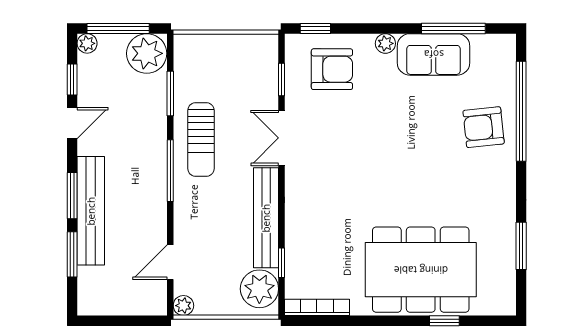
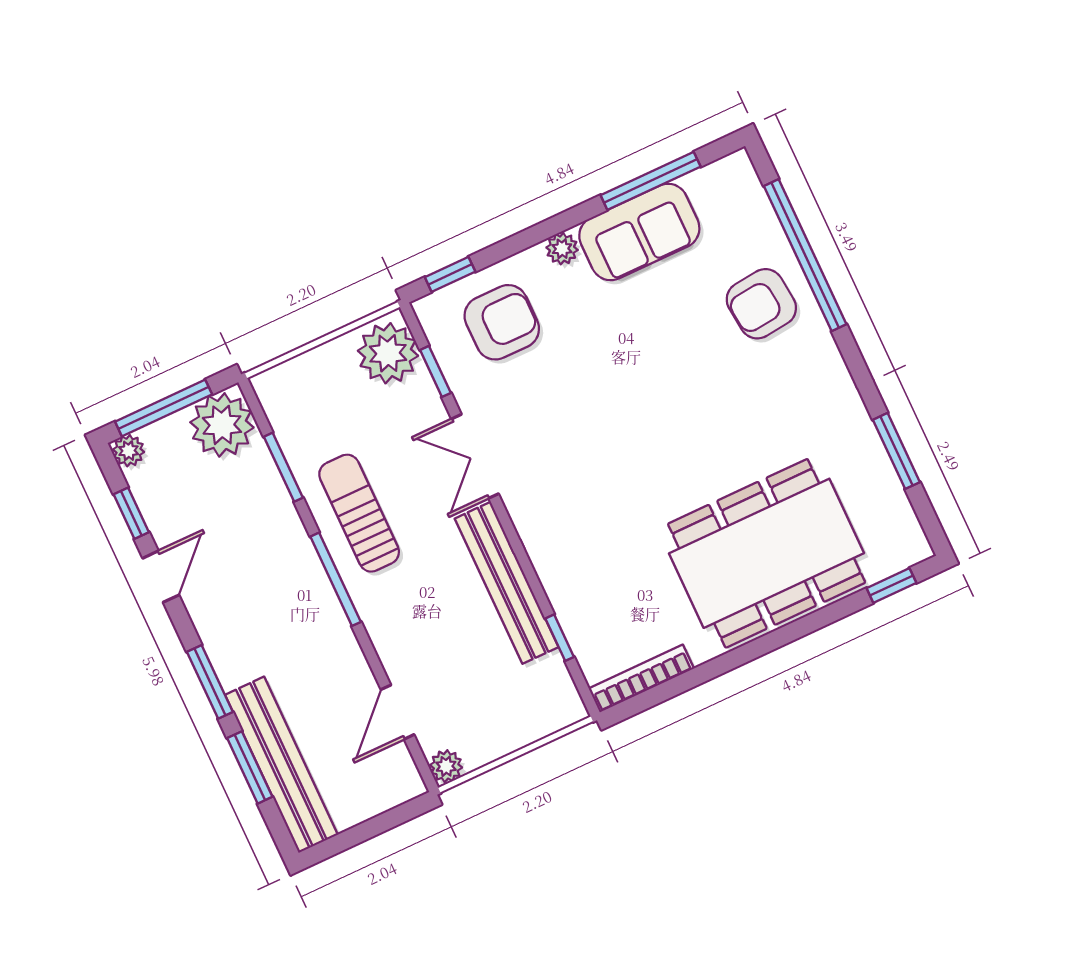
sun lounger: (201, 139) -> (359, 513), turned 180
bench: (91, 211) -> (281, 765), moved
plant: (259, 289) -> (388, 353), moved
window: (444, 321) -> (891, 585), moved

